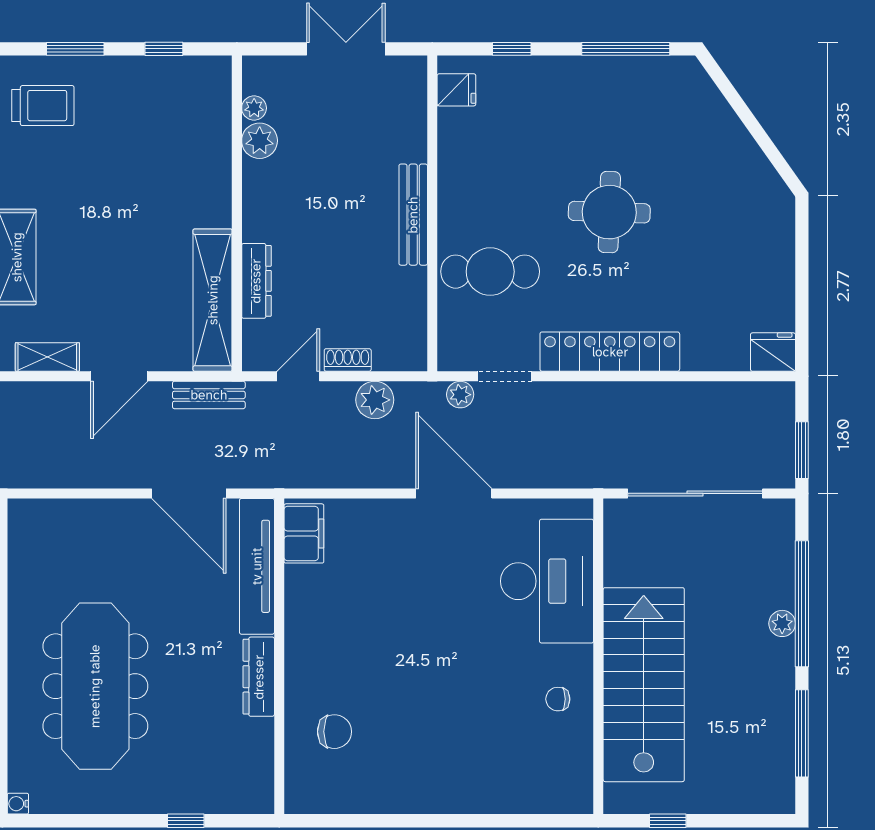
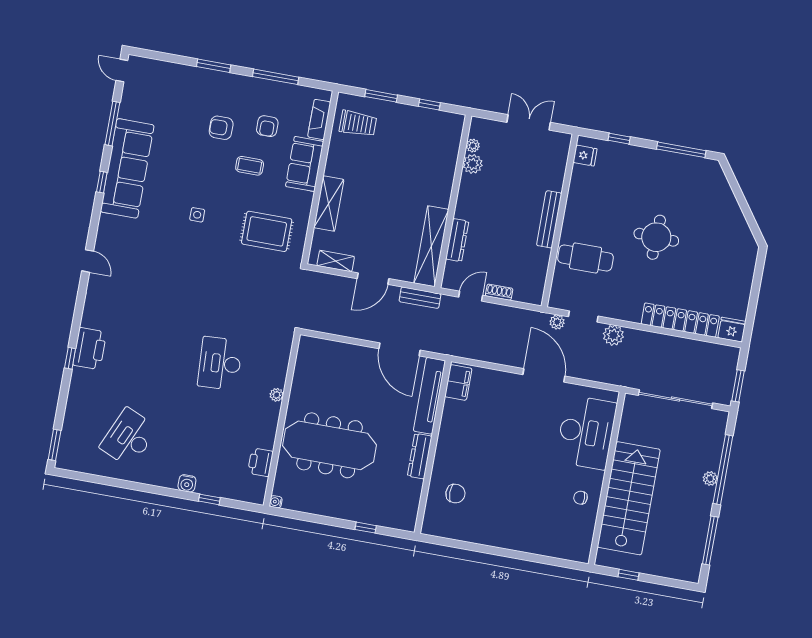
locker: (610, 352) -> (680, 320), moved
plant: (375, 400) -> (613, 335), moved
meeting table: (95, 686) -> (330, 445), turned 90

